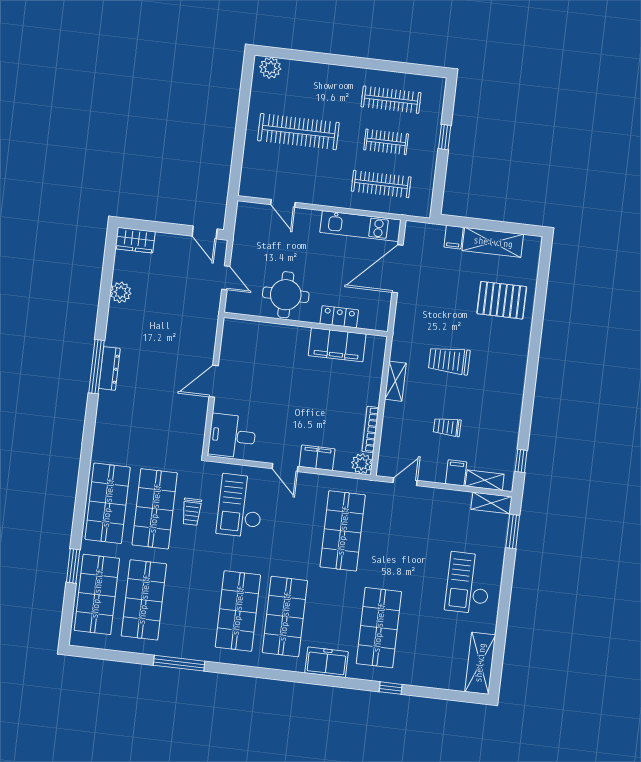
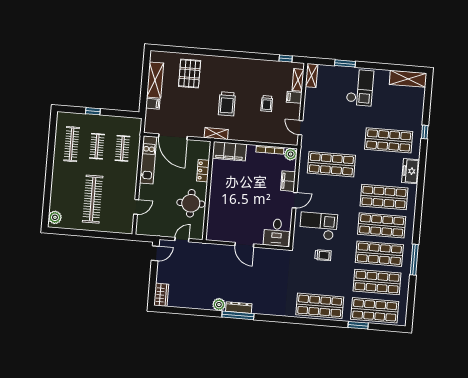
clothes rail: (381, 184) -> (122, 148), width x0.73
plant: (121, 292) -> (219, 305), moved
filing cabinet: (337, 345) -> (229, 151), moved, turned 90
shelving: (395, 381) -> (216, 134), moved
checkout: (241, 506) -> (318, 226), turned 180
shop shelf: (155, 509) -> (379, 254), moved
window: (513, 532) -> (345, 63), moved
checkout: (468, 583) -> (360, 88), turned -90

